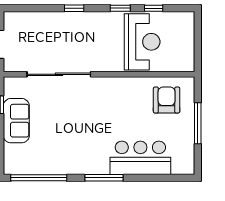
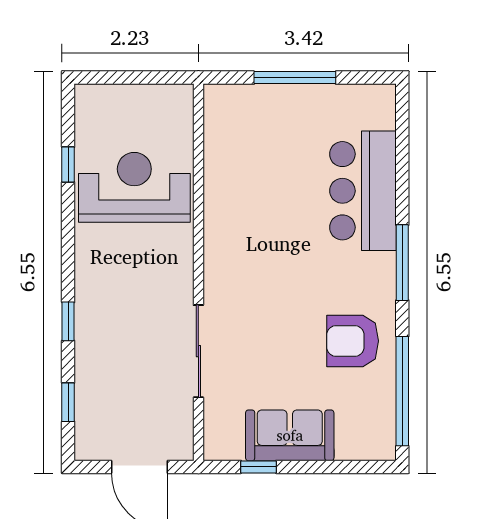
window: (120, 8) -> (68, 402), moved
sliding door: (59, 74) -> (198, 351), width x0.73
armchair: (167, 100) -> (353, 341), moved

